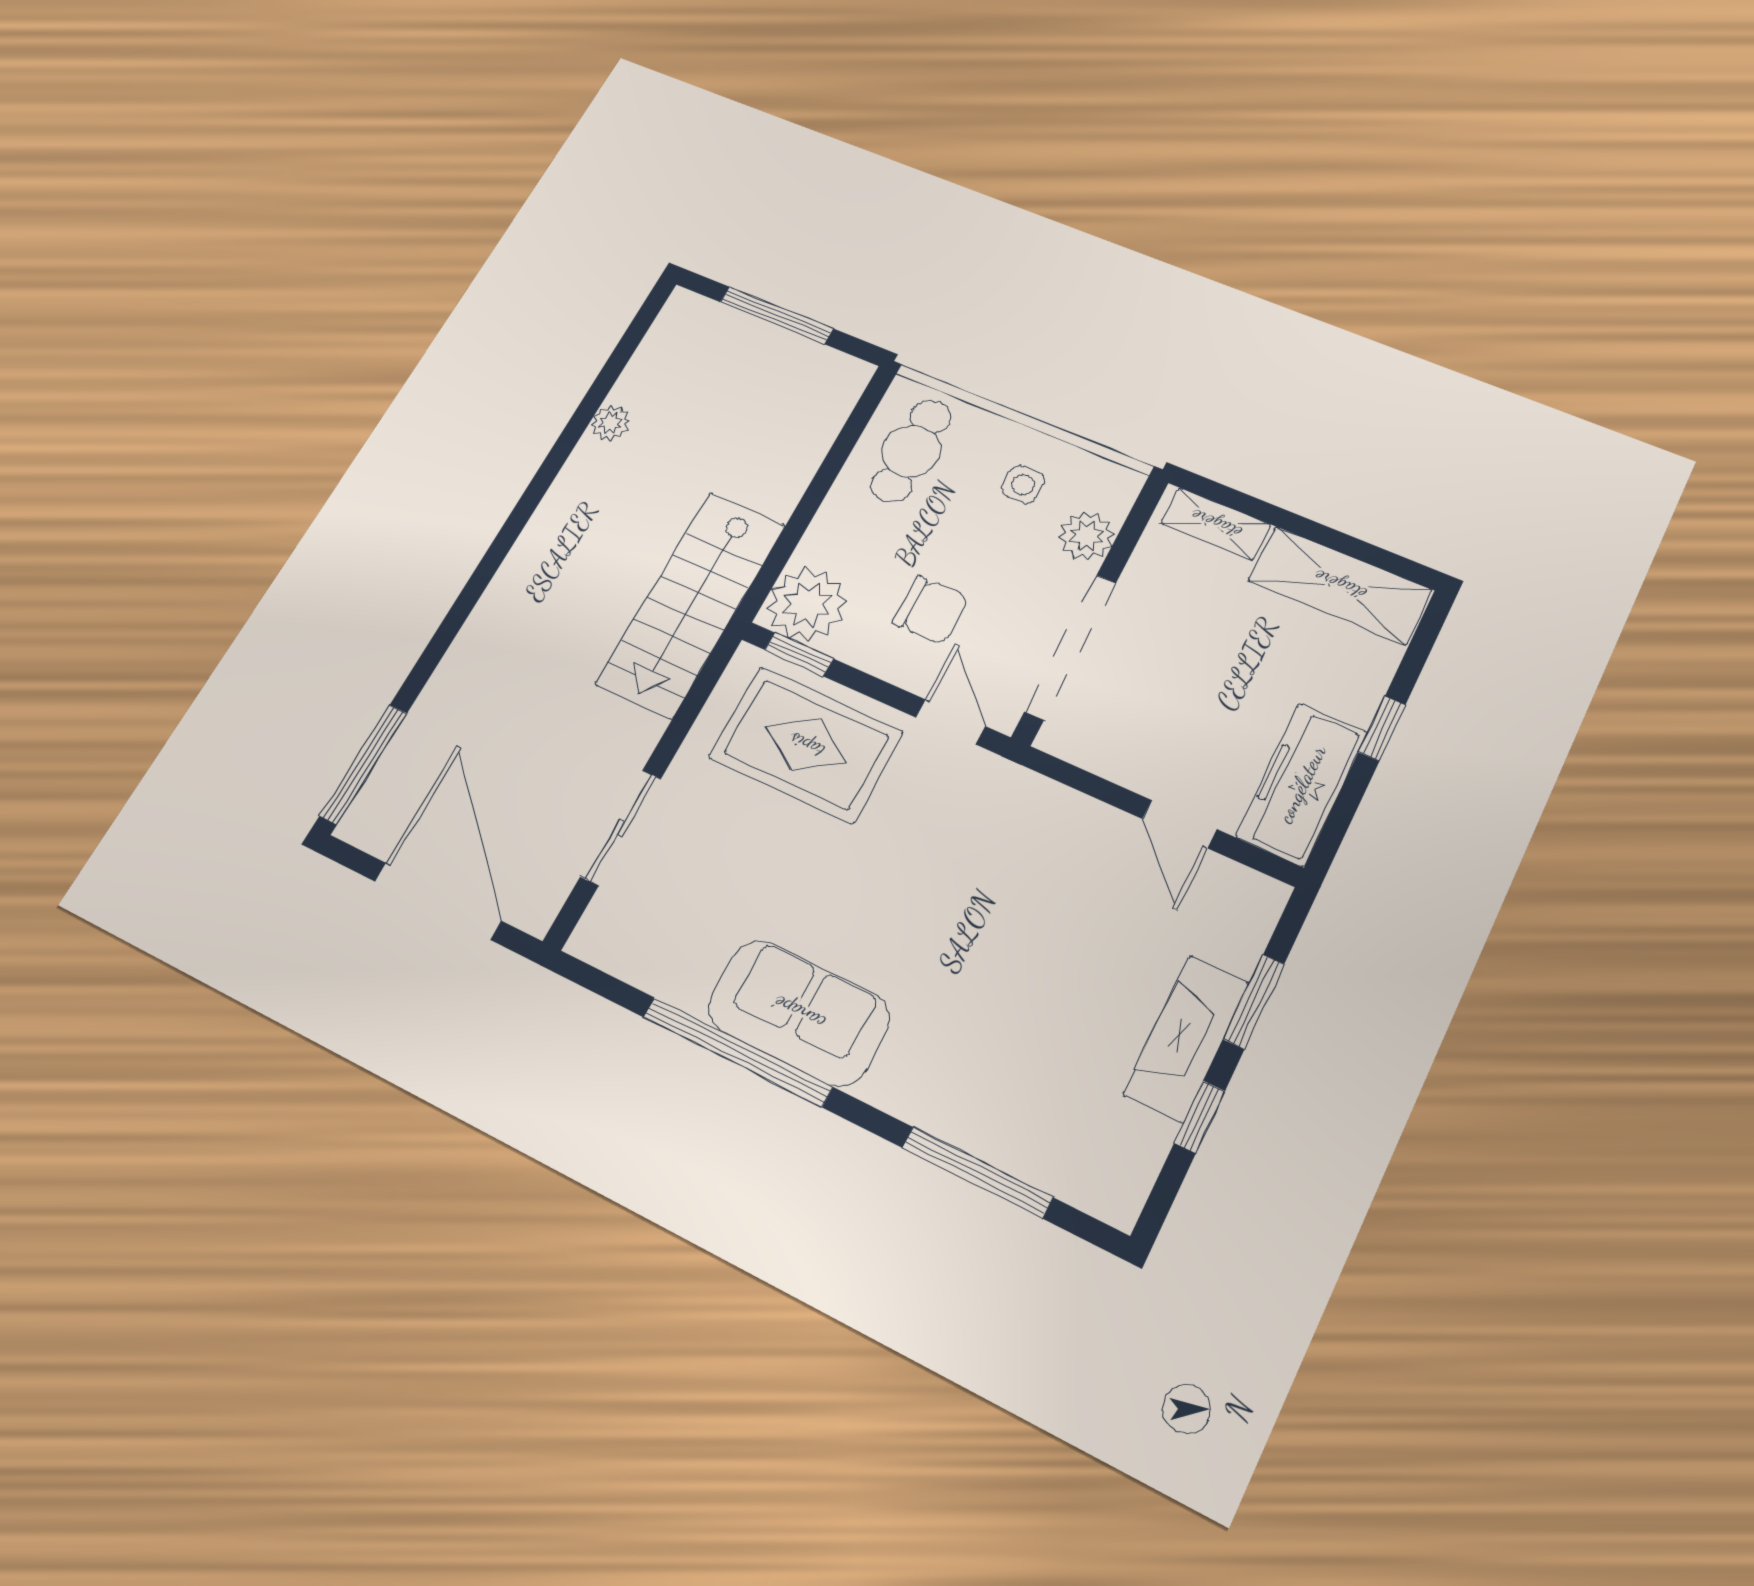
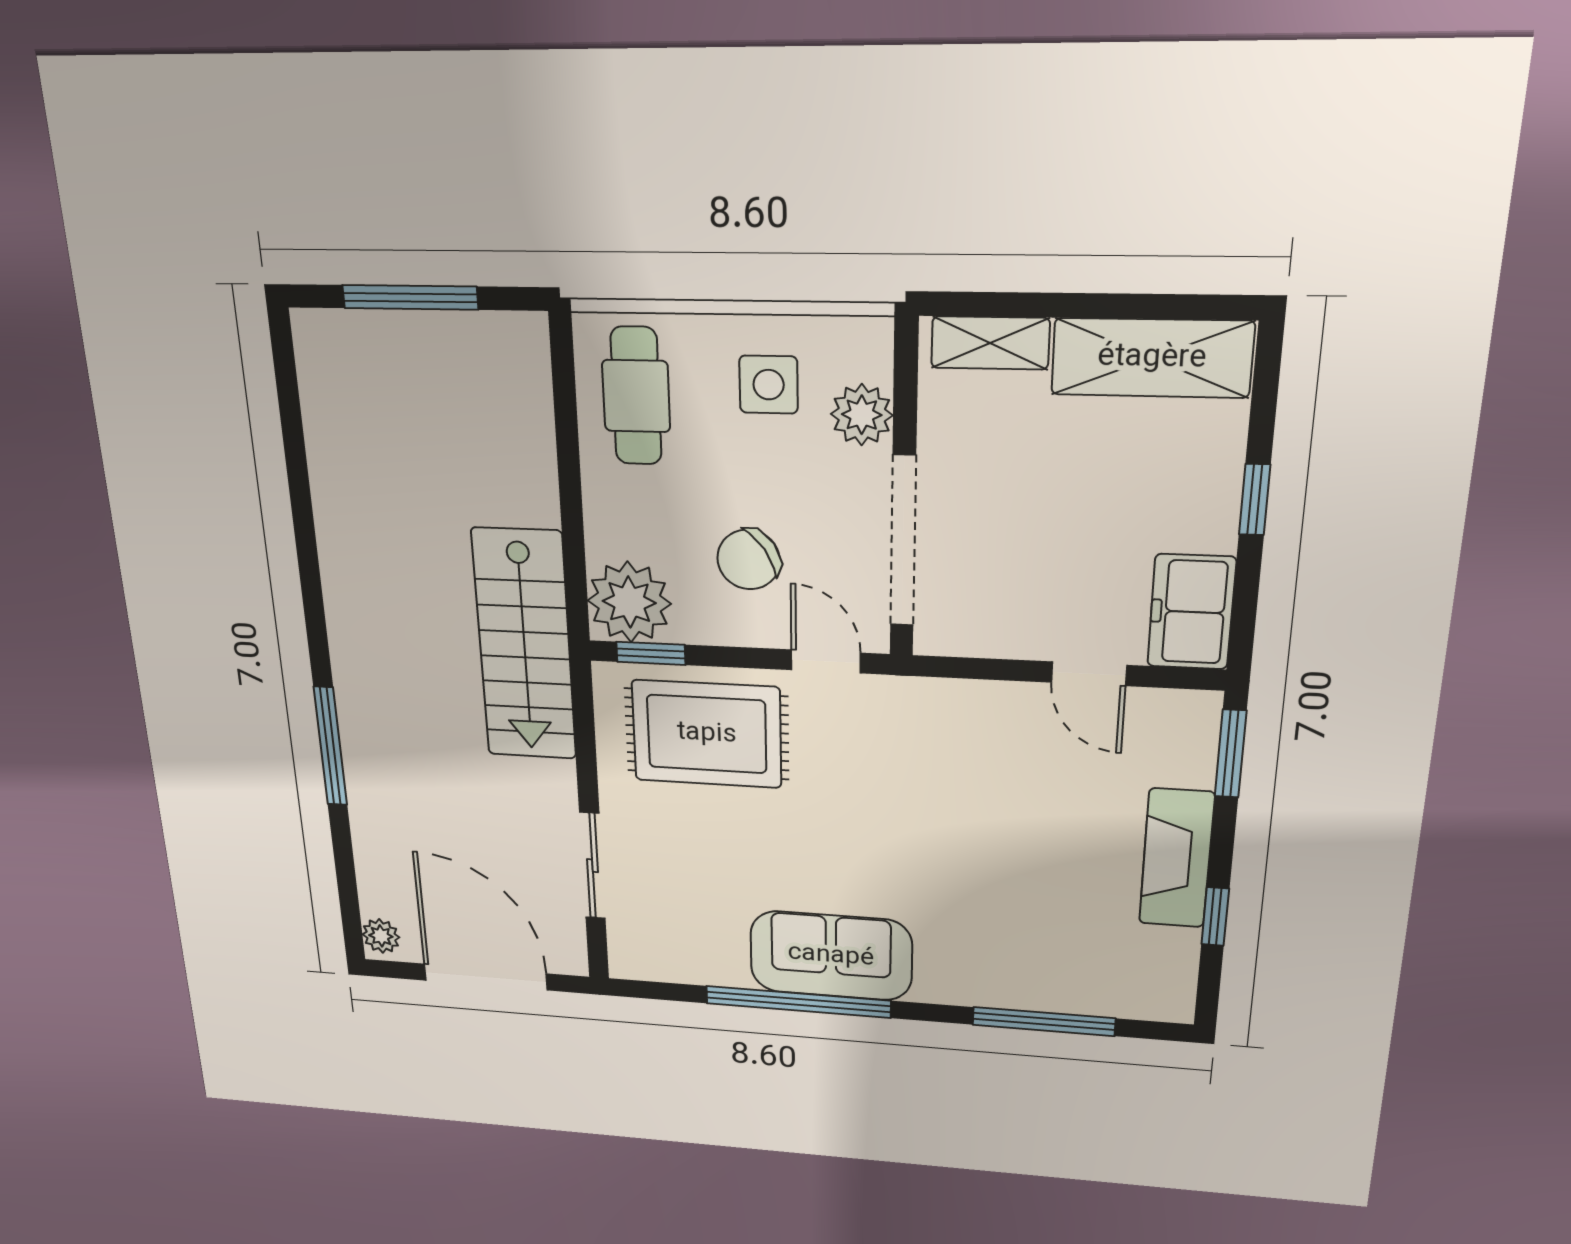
plant: (611, 423) -> (381, 936), moved
side table: (1023, 485) -> (769, 385), width x1.37, depth x1.37
chair: (931, 610) -> (749, 560), turned 146
window: (363, 764) -> (330, 746), moved
freezer: (1302, 784) -> (1191, 612), width x0.71
window: (1254, 1002) -> (1231, 754), moved

